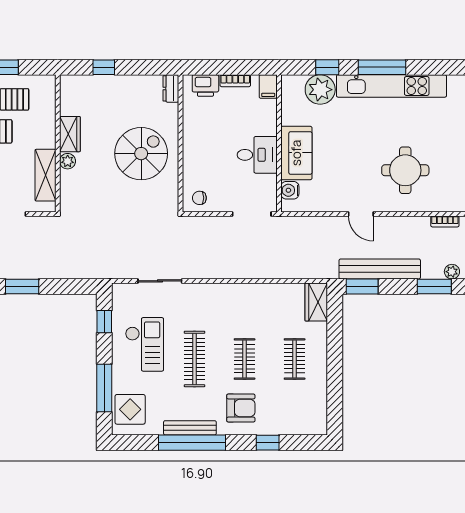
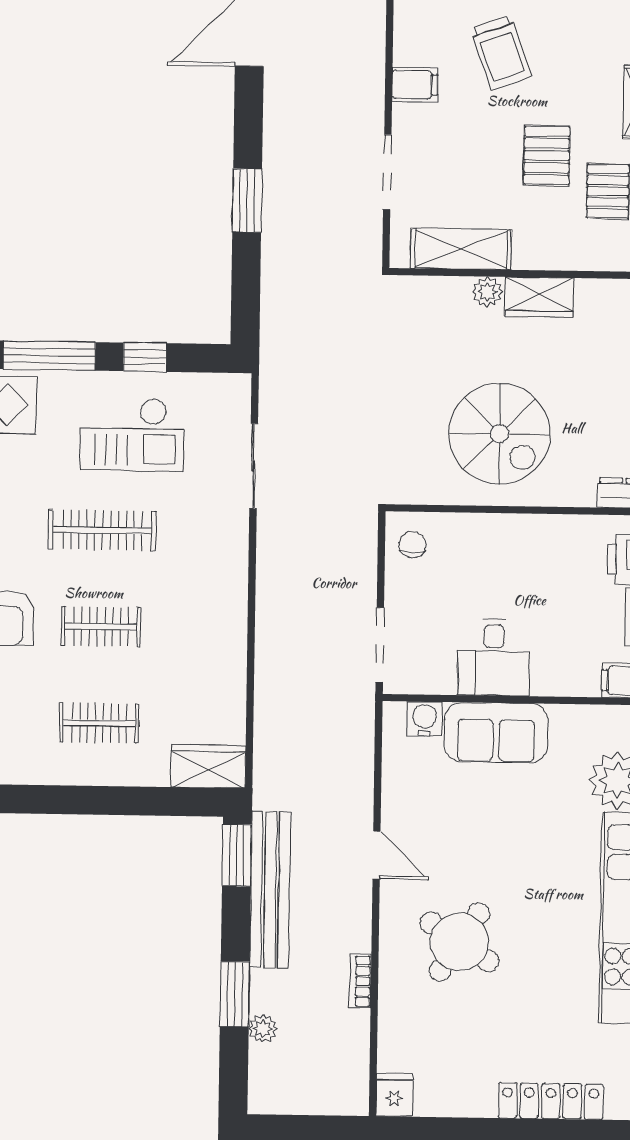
round table: (405, 170) -> (459, 942), turned 33
door: (361, 214) -> (377, 855), swing flipped
bookcase: (445, 221) -> (360, 981), moved
window: (104, 322) -> (145, 357), moved

